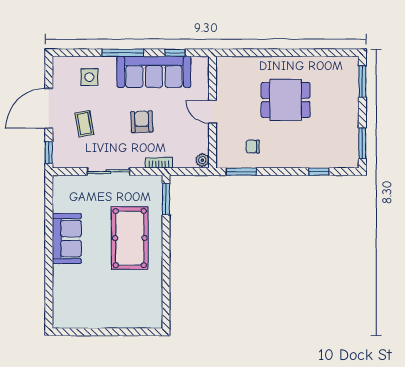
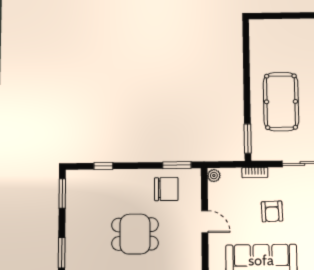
chair: (253, 147) -> (166, 189), width x1.87, depth x1.87

